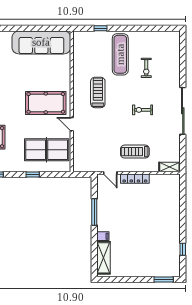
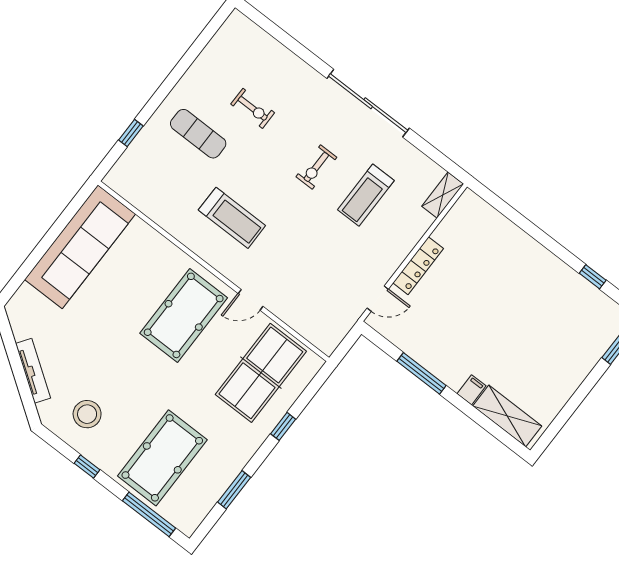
exercise mat: (120, 54) -> (198, 134), width x0.73, depth x0.69
treadmill: (98, 92) -> (232, 218), turned 180
treadmill: (135, 152) -> (366, 195), moved

